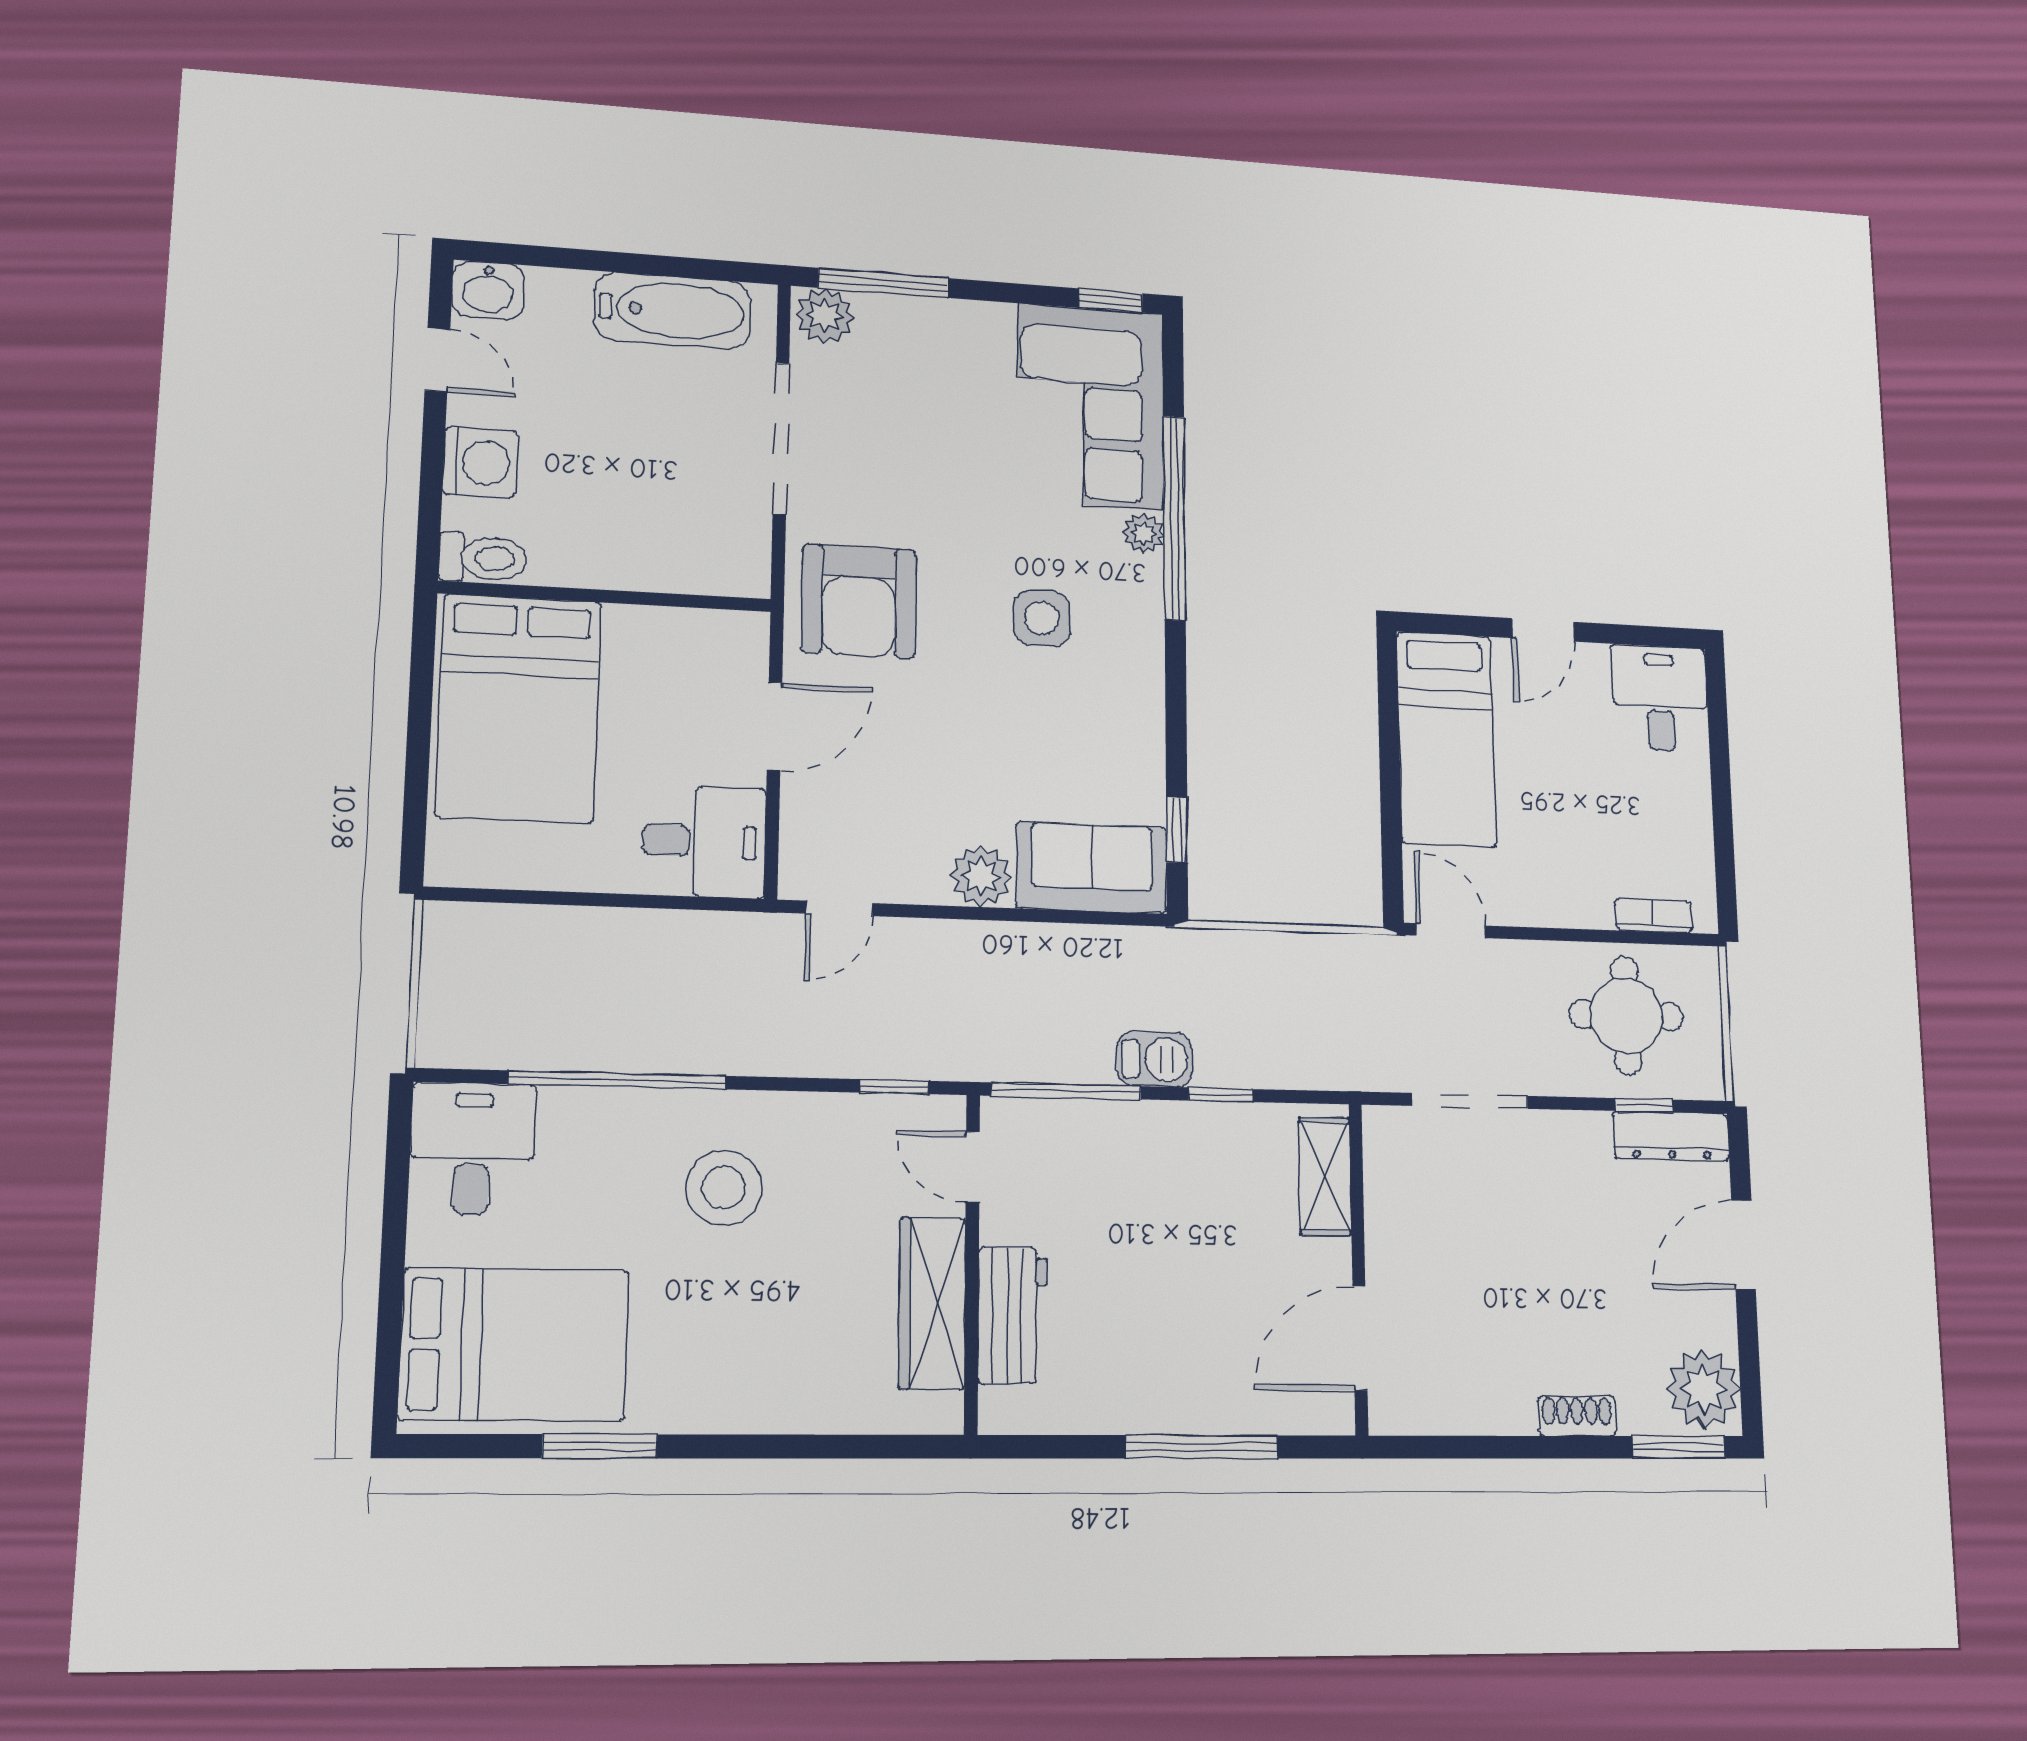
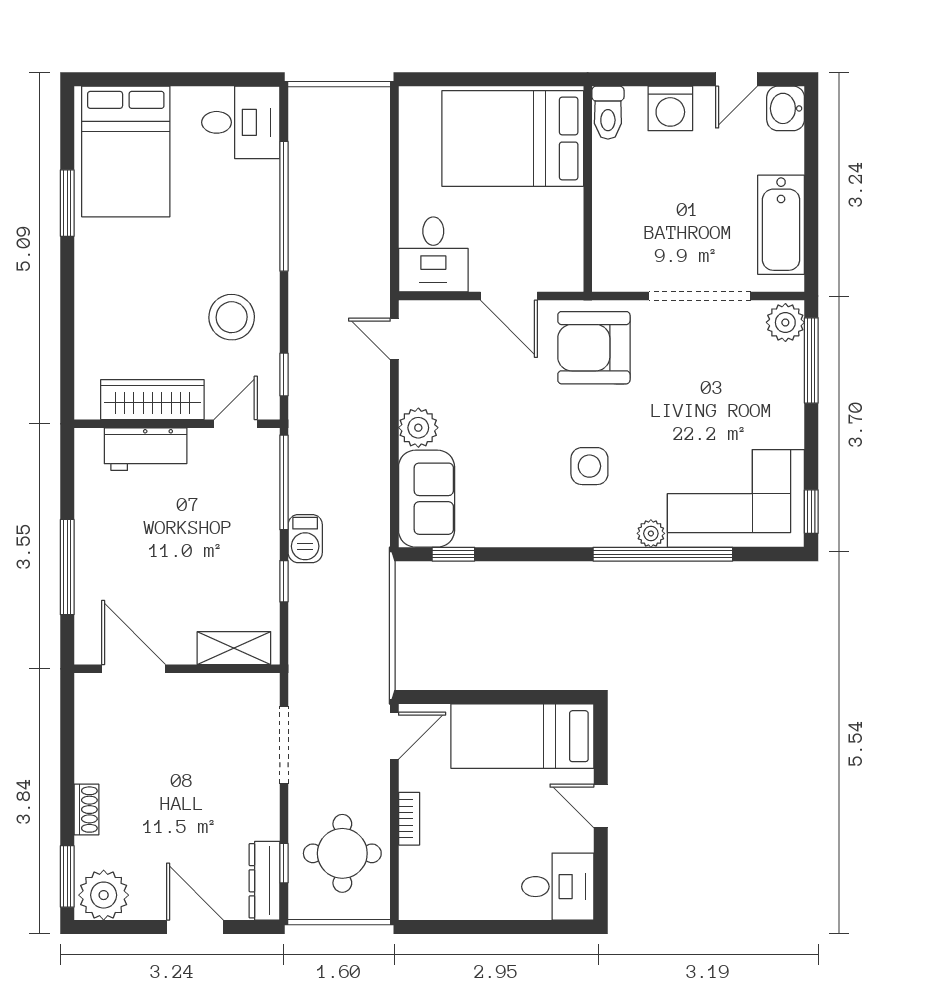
bookcase: (1653, 916) -> (409, 819), moved
stool: (724, 1188) -> (232, 317), moved

